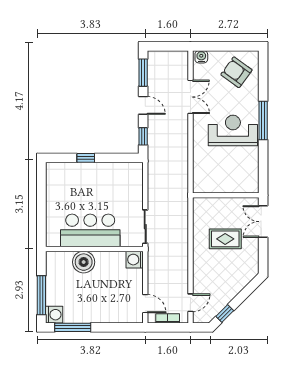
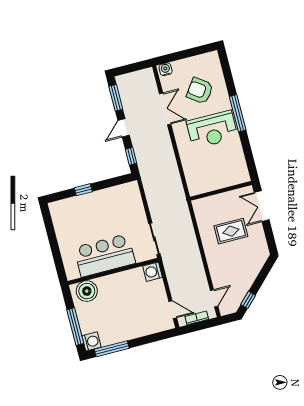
armchair: (236, 72) -> (200, 91), moved
door: (143, 105) -> (124, 128), swing flipped
reception desk: (233, 131) -> (212, 130), turned 180
boiler: (84, 262) -> (87, 291), moved

